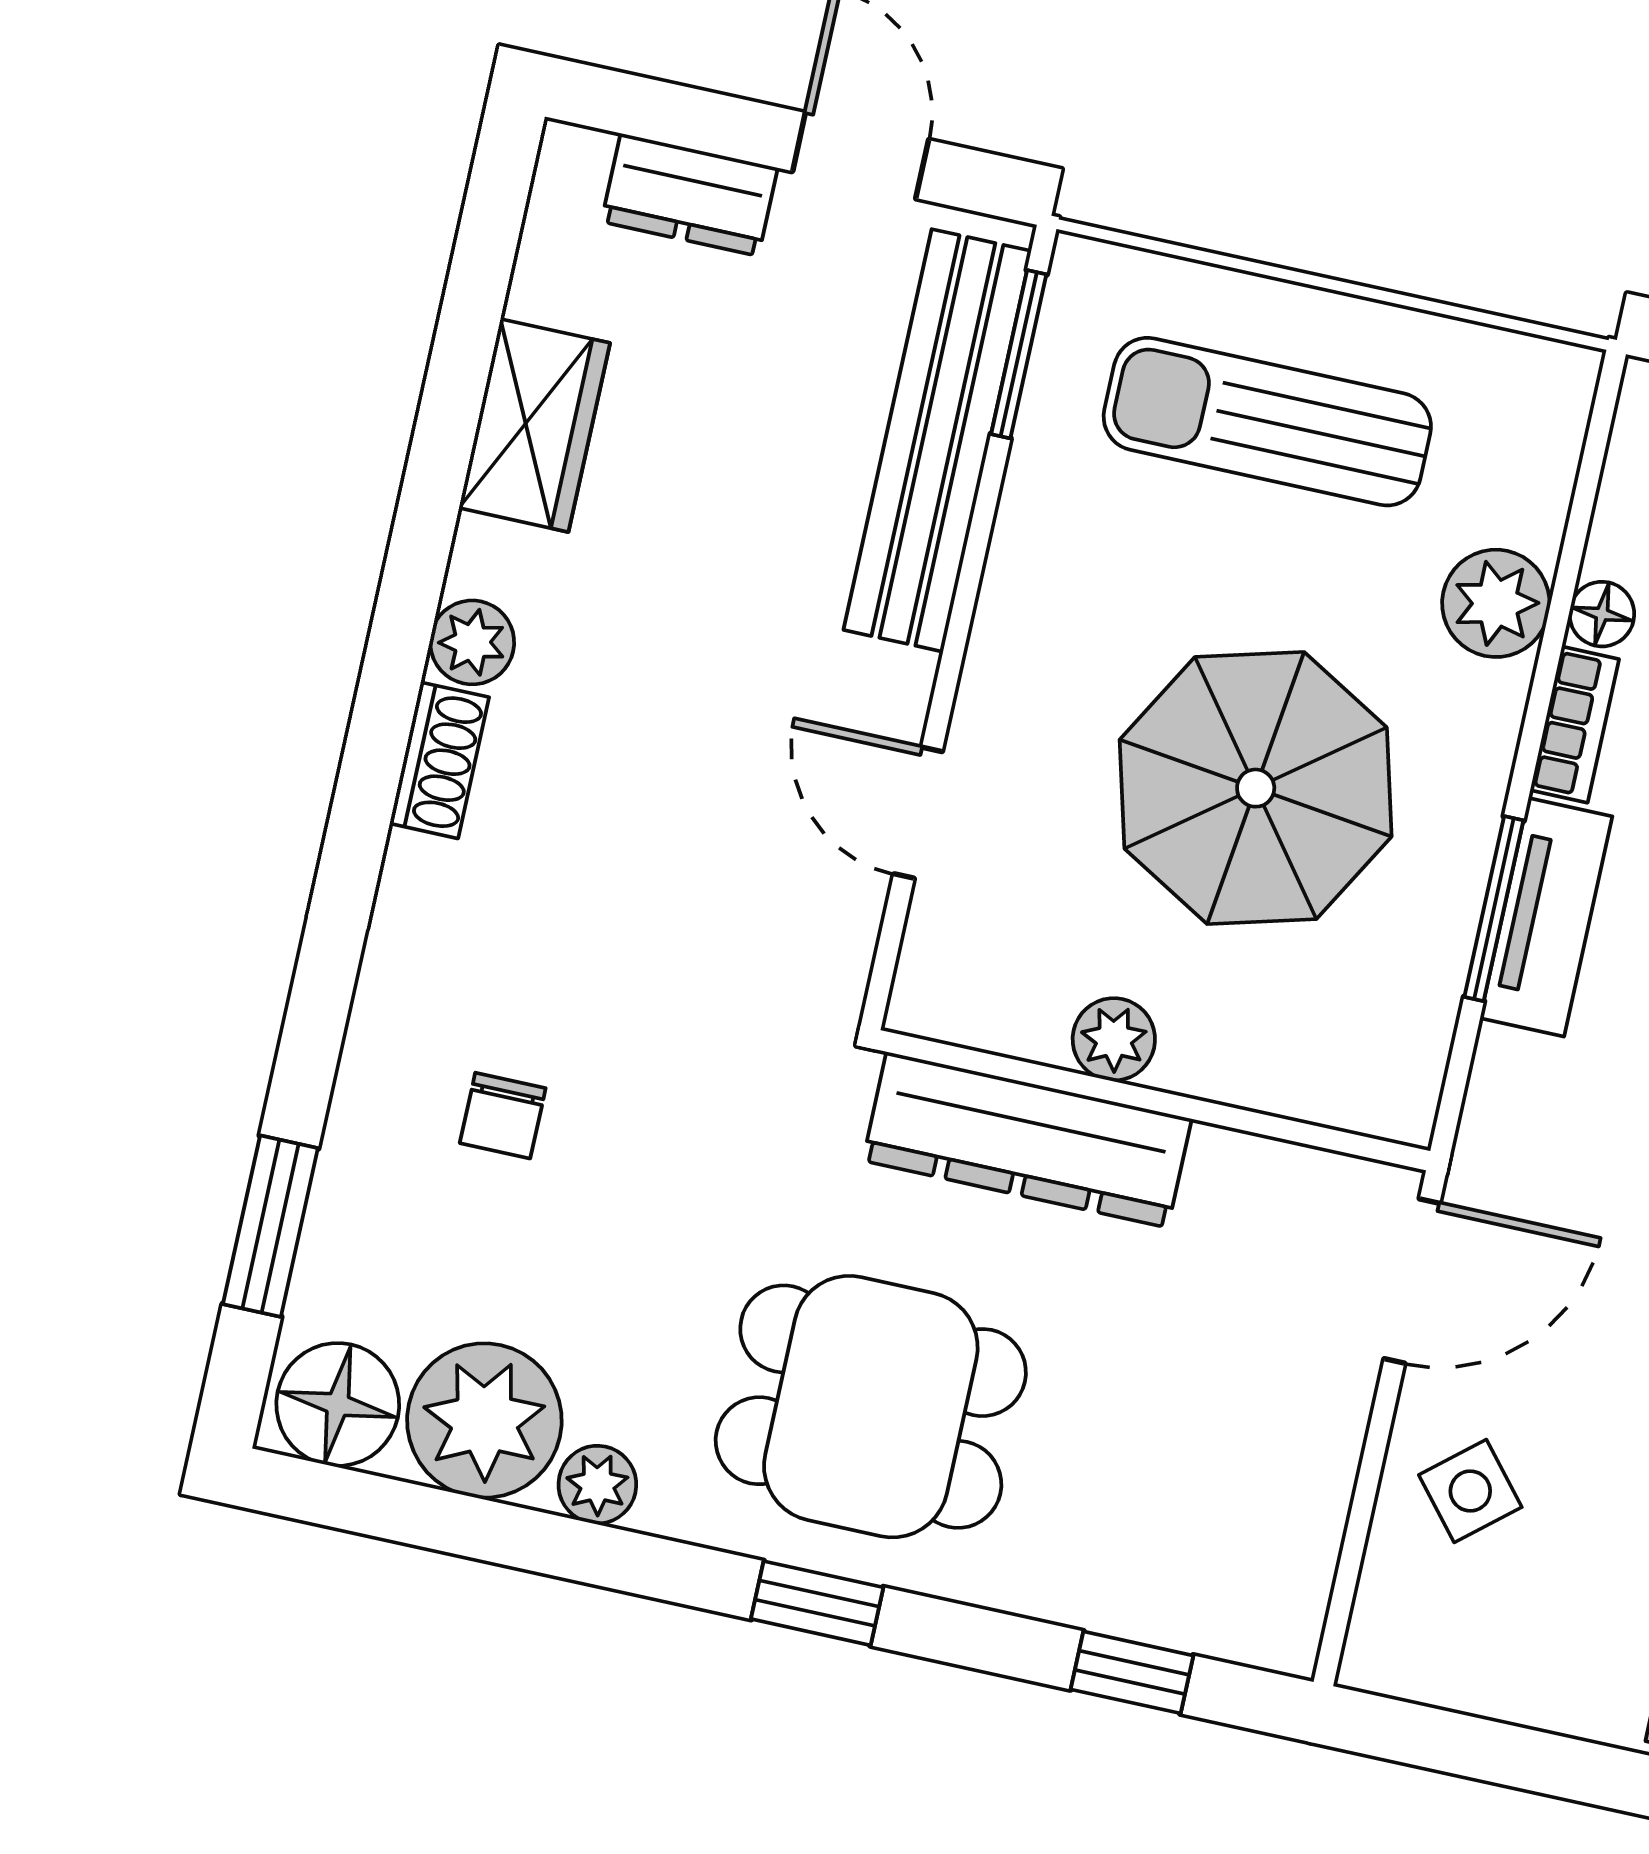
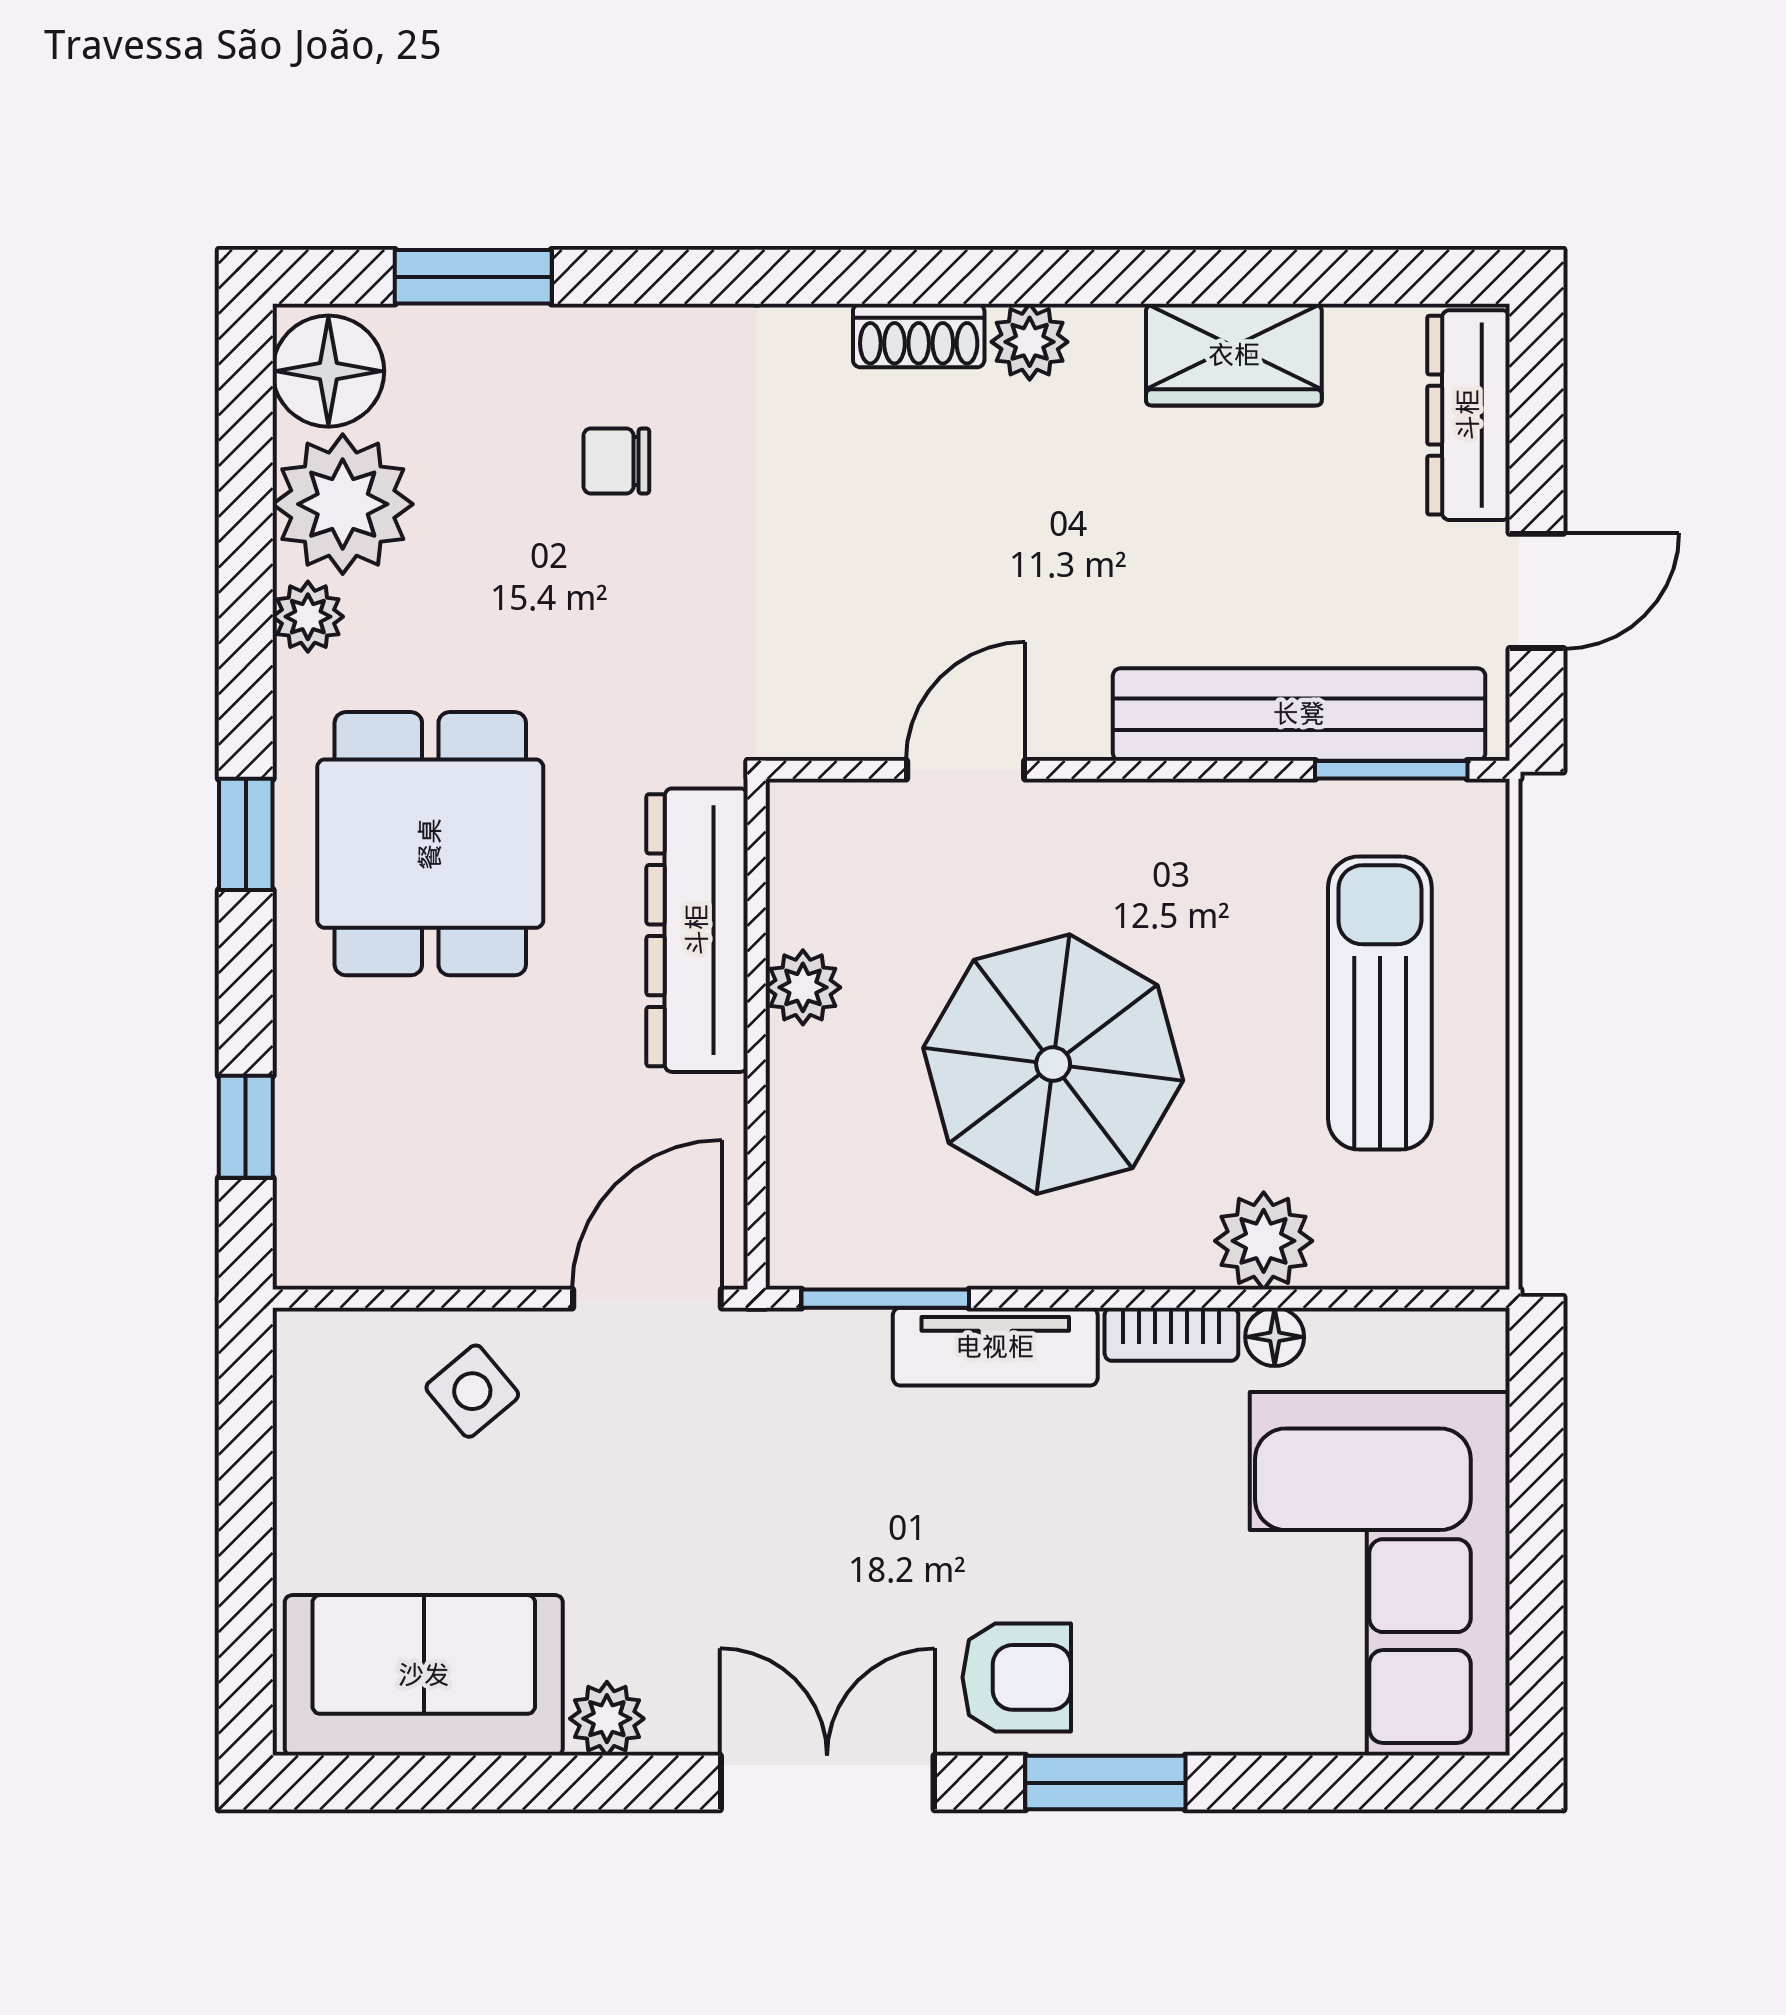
dresser: (690, 195) -> (1468, 415), width x1.44
window: (1494, 909) -> (885, 1299), moved
door: (1412, 1281) -> (647, 1299), swing flipped

